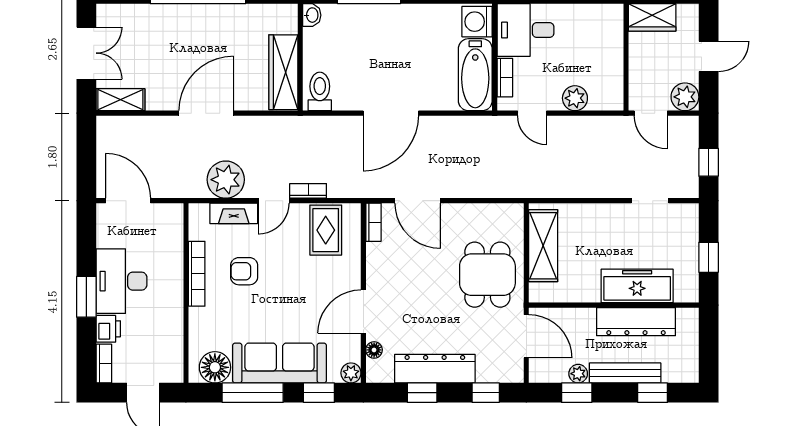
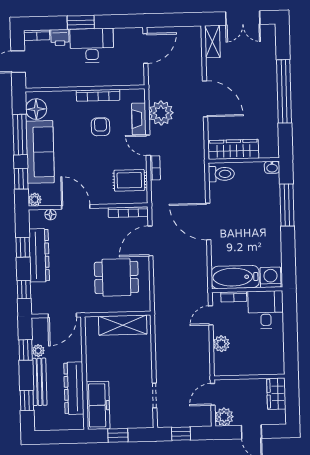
bookcase: (373, 222) -> (128, 212), width x1.56
dining table: (487, 275) -> (116, 277), moved
freezer: (637, 286) -> (98, 405), moved

